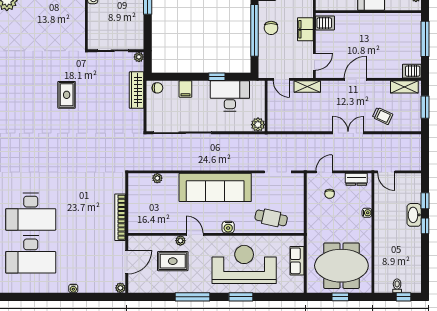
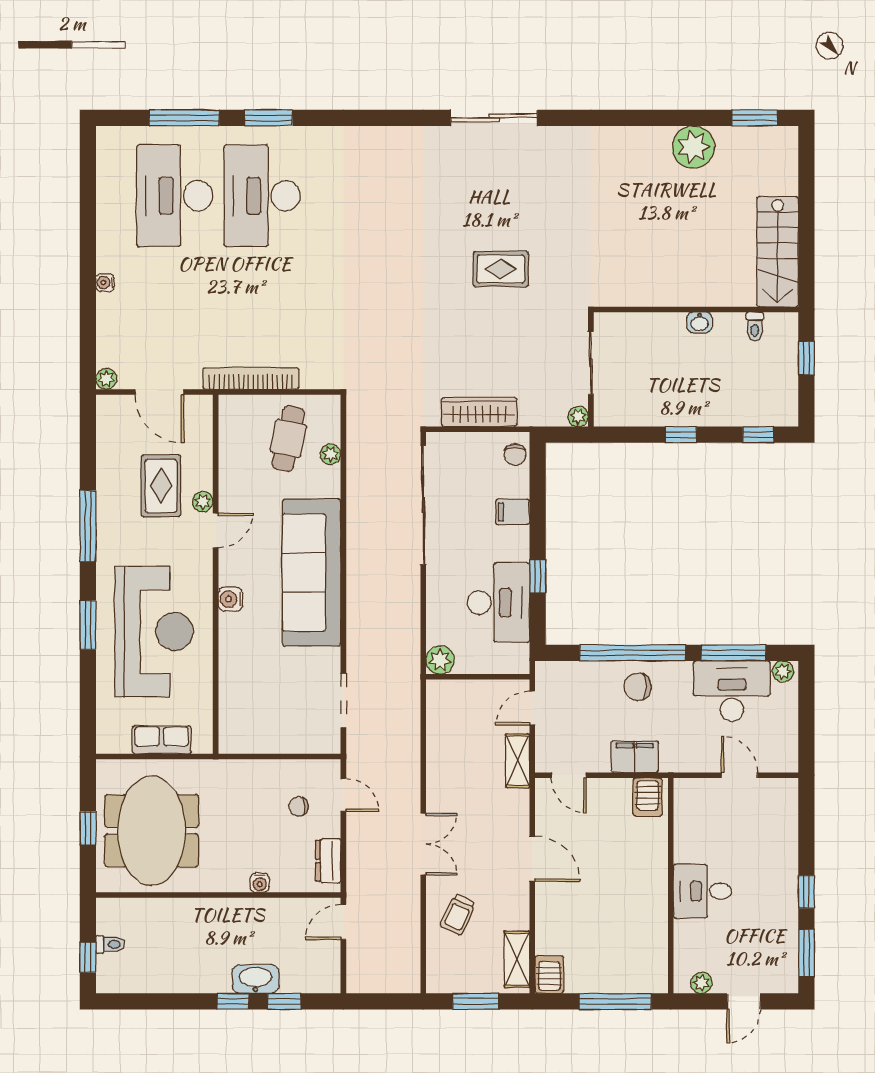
wardrobe: (137, 90) -> (479, 412), moved
cafe table: (271, 218) -> (288, 438), moved

